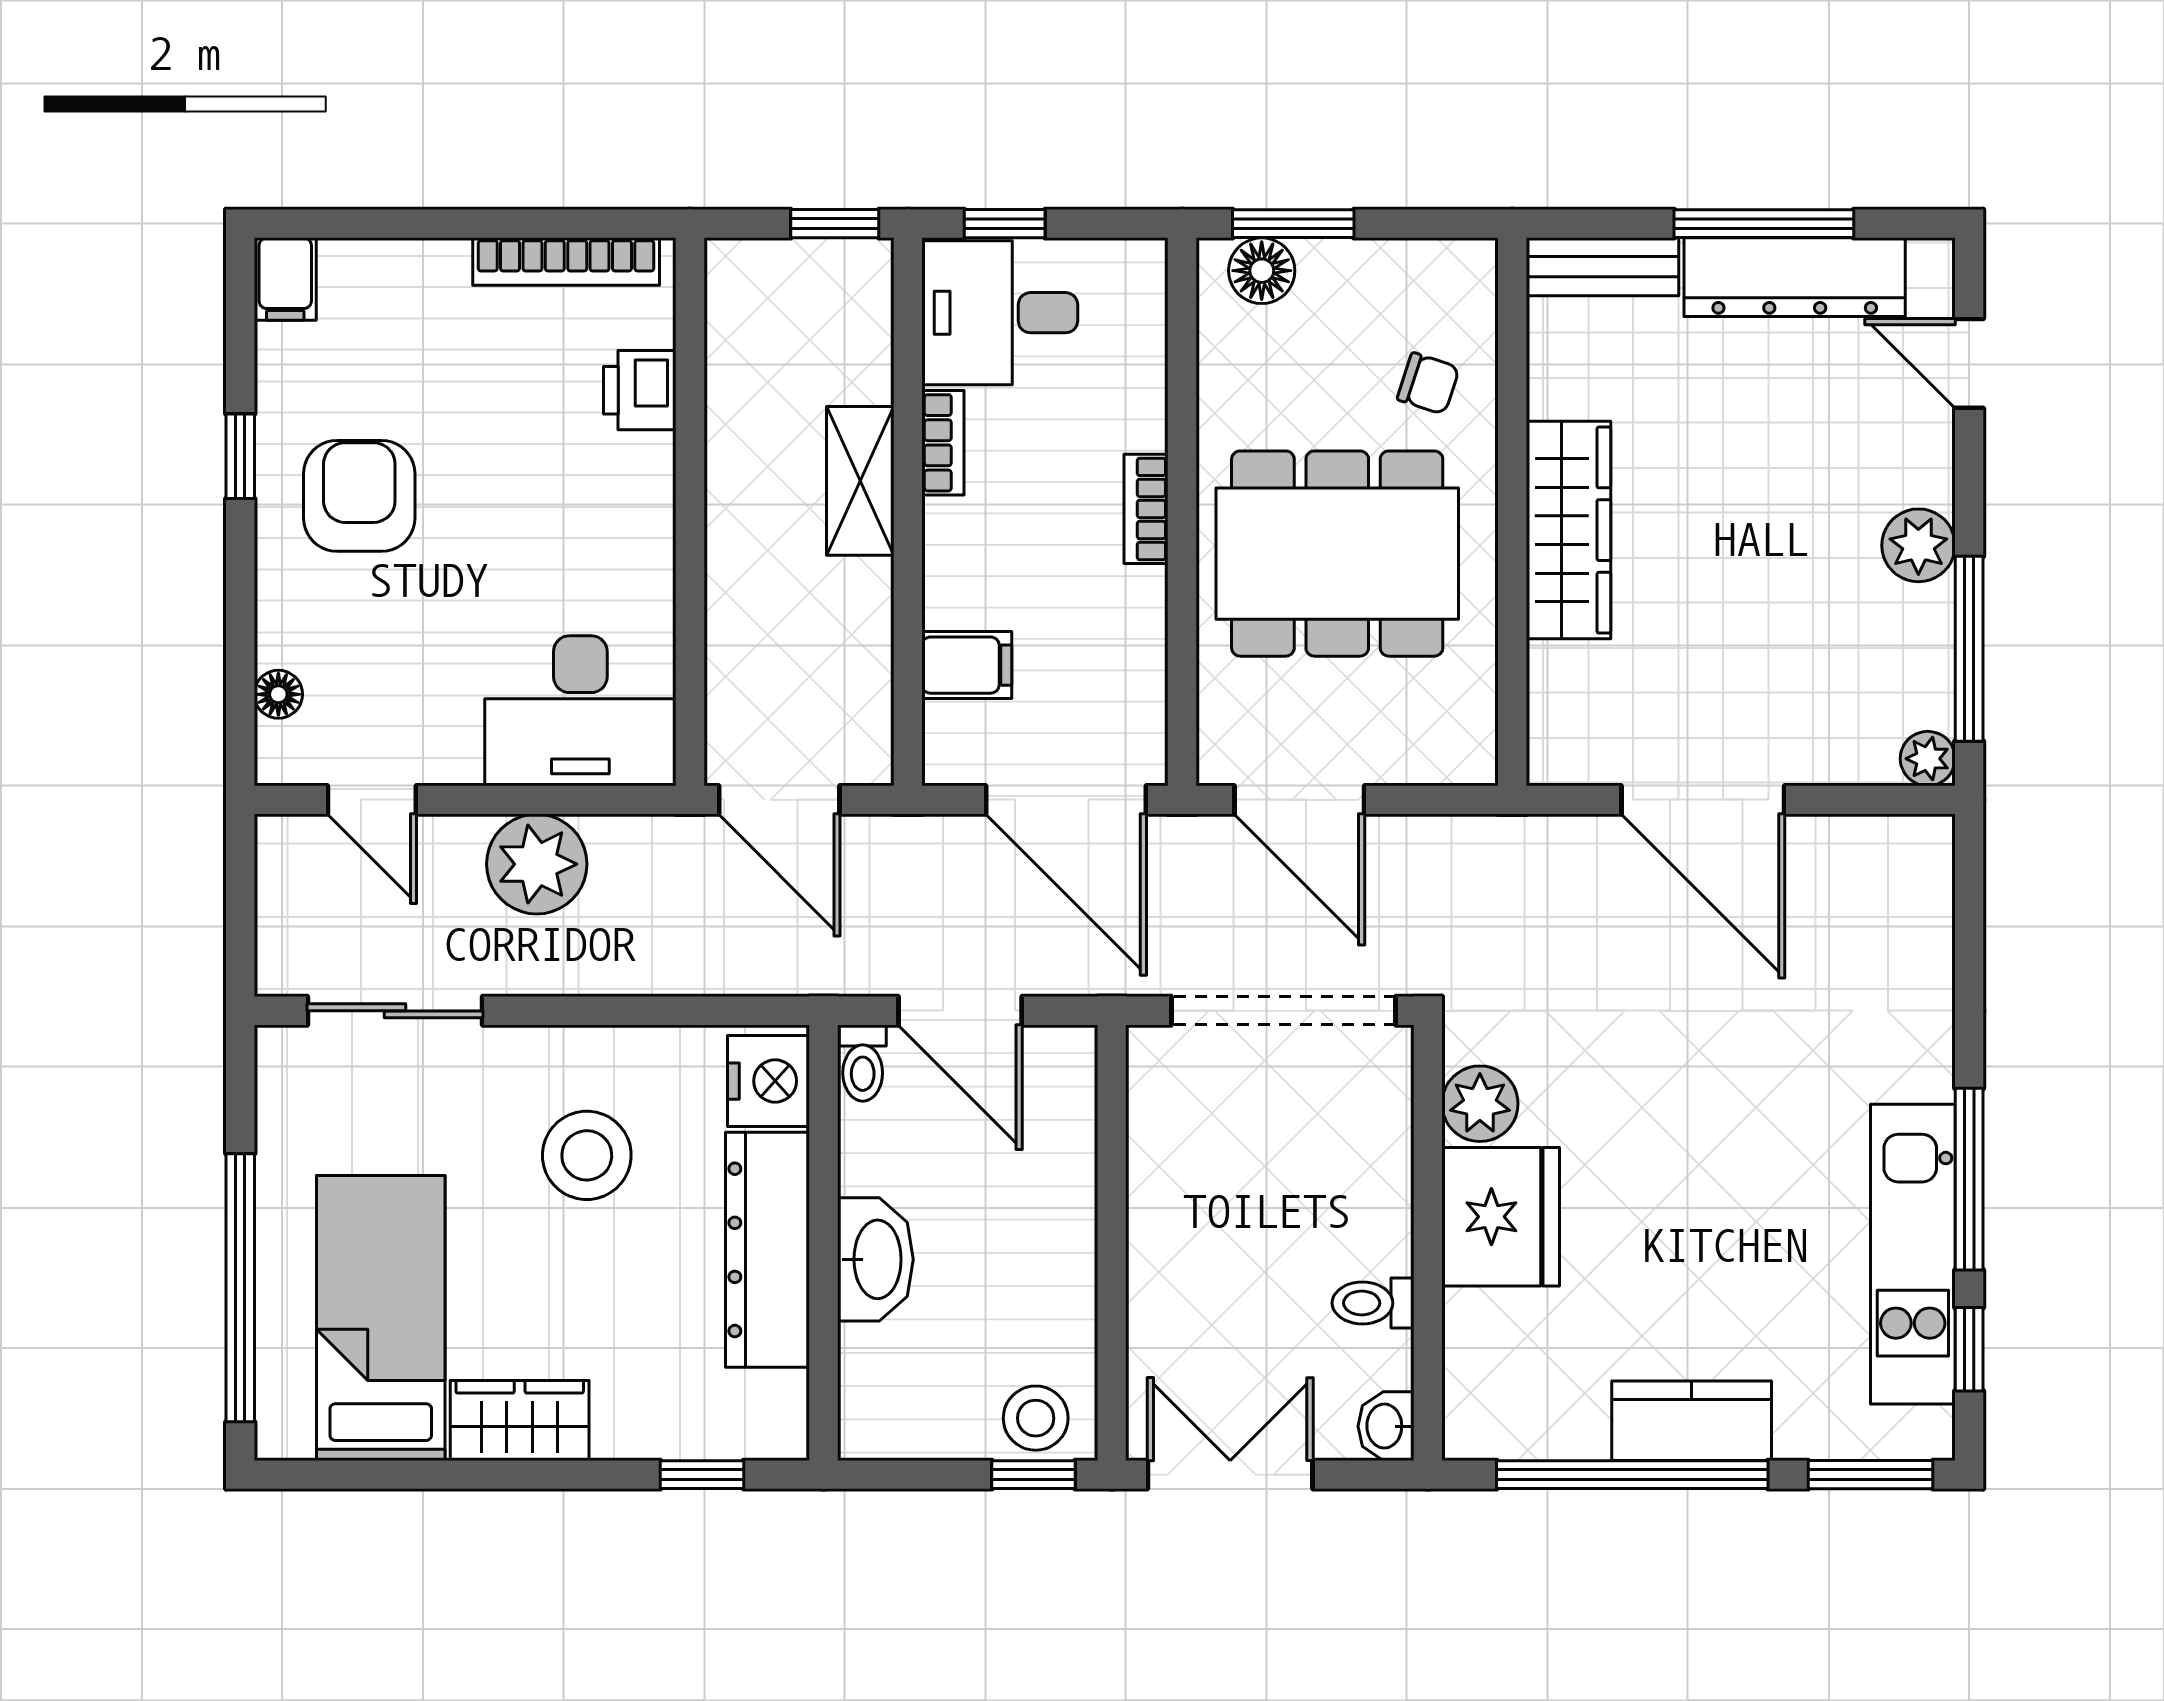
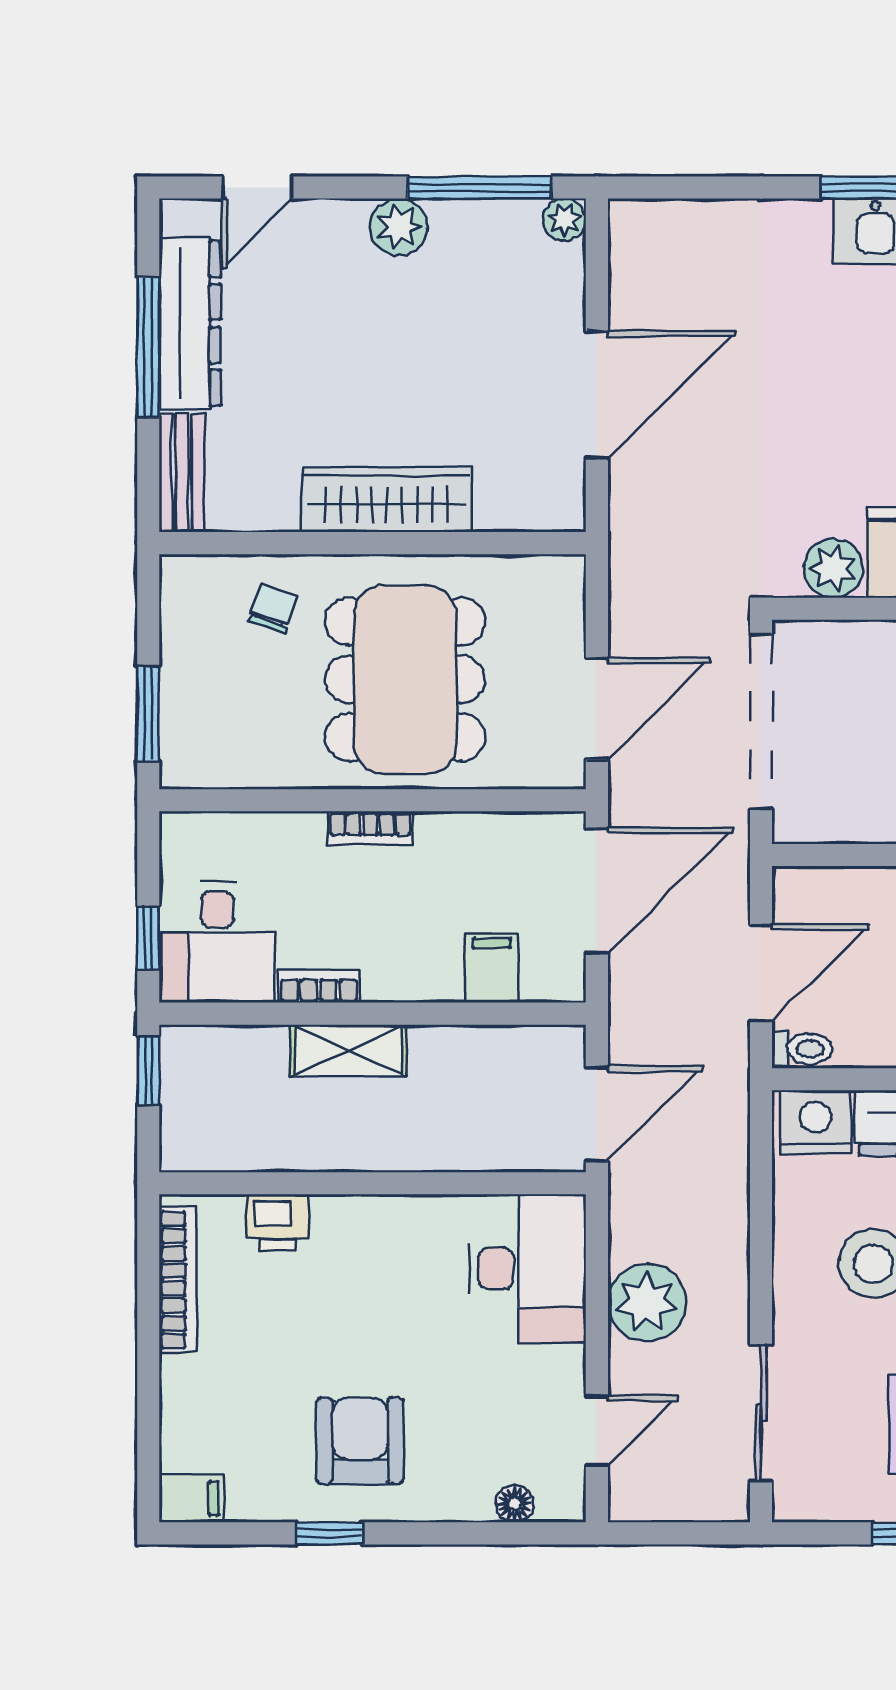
floor lamp: (1262, 271) -> (185, 738), removed
armchair: (359, 496) -> (360, 1441), turned 90

